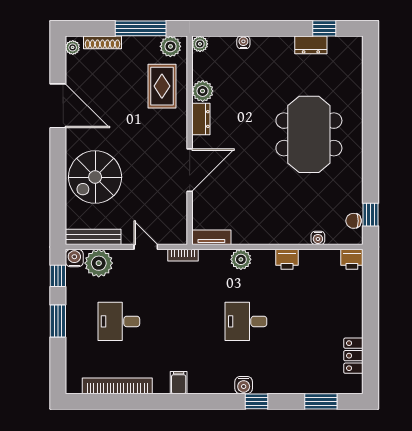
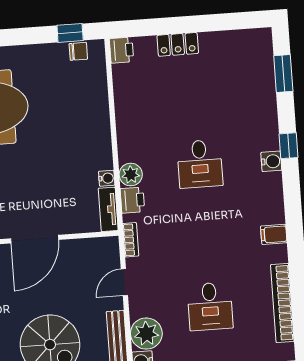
door: (190, 170) -> (35, 239), swing flipped
chair: (354, 221) -> (78, 51), turned -90
water cooler: (318, 238) -> (107, 178), moved
printer: (287, 259) -> (132, 200), moved
locker: (353, 356) -> (178, 44), moved

